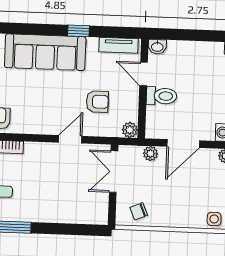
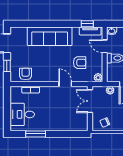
window: (79, 31) -> (87, 24), moved
door: (70, 139) -> (65, 84), hinge flipped

